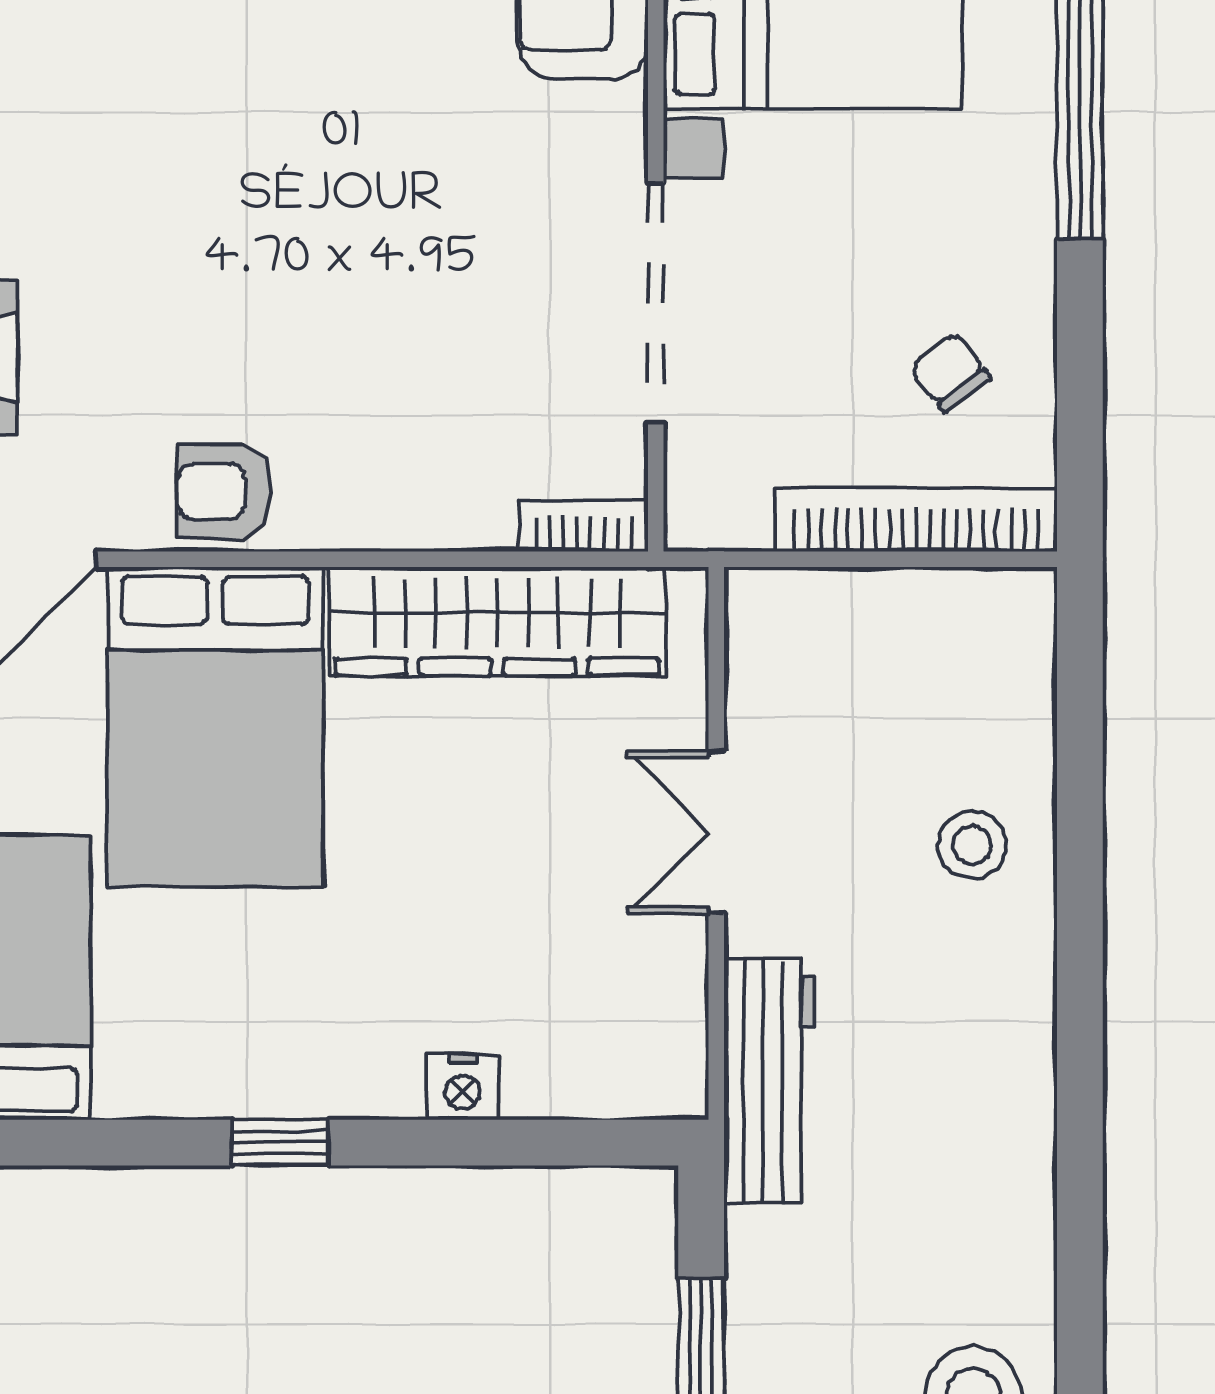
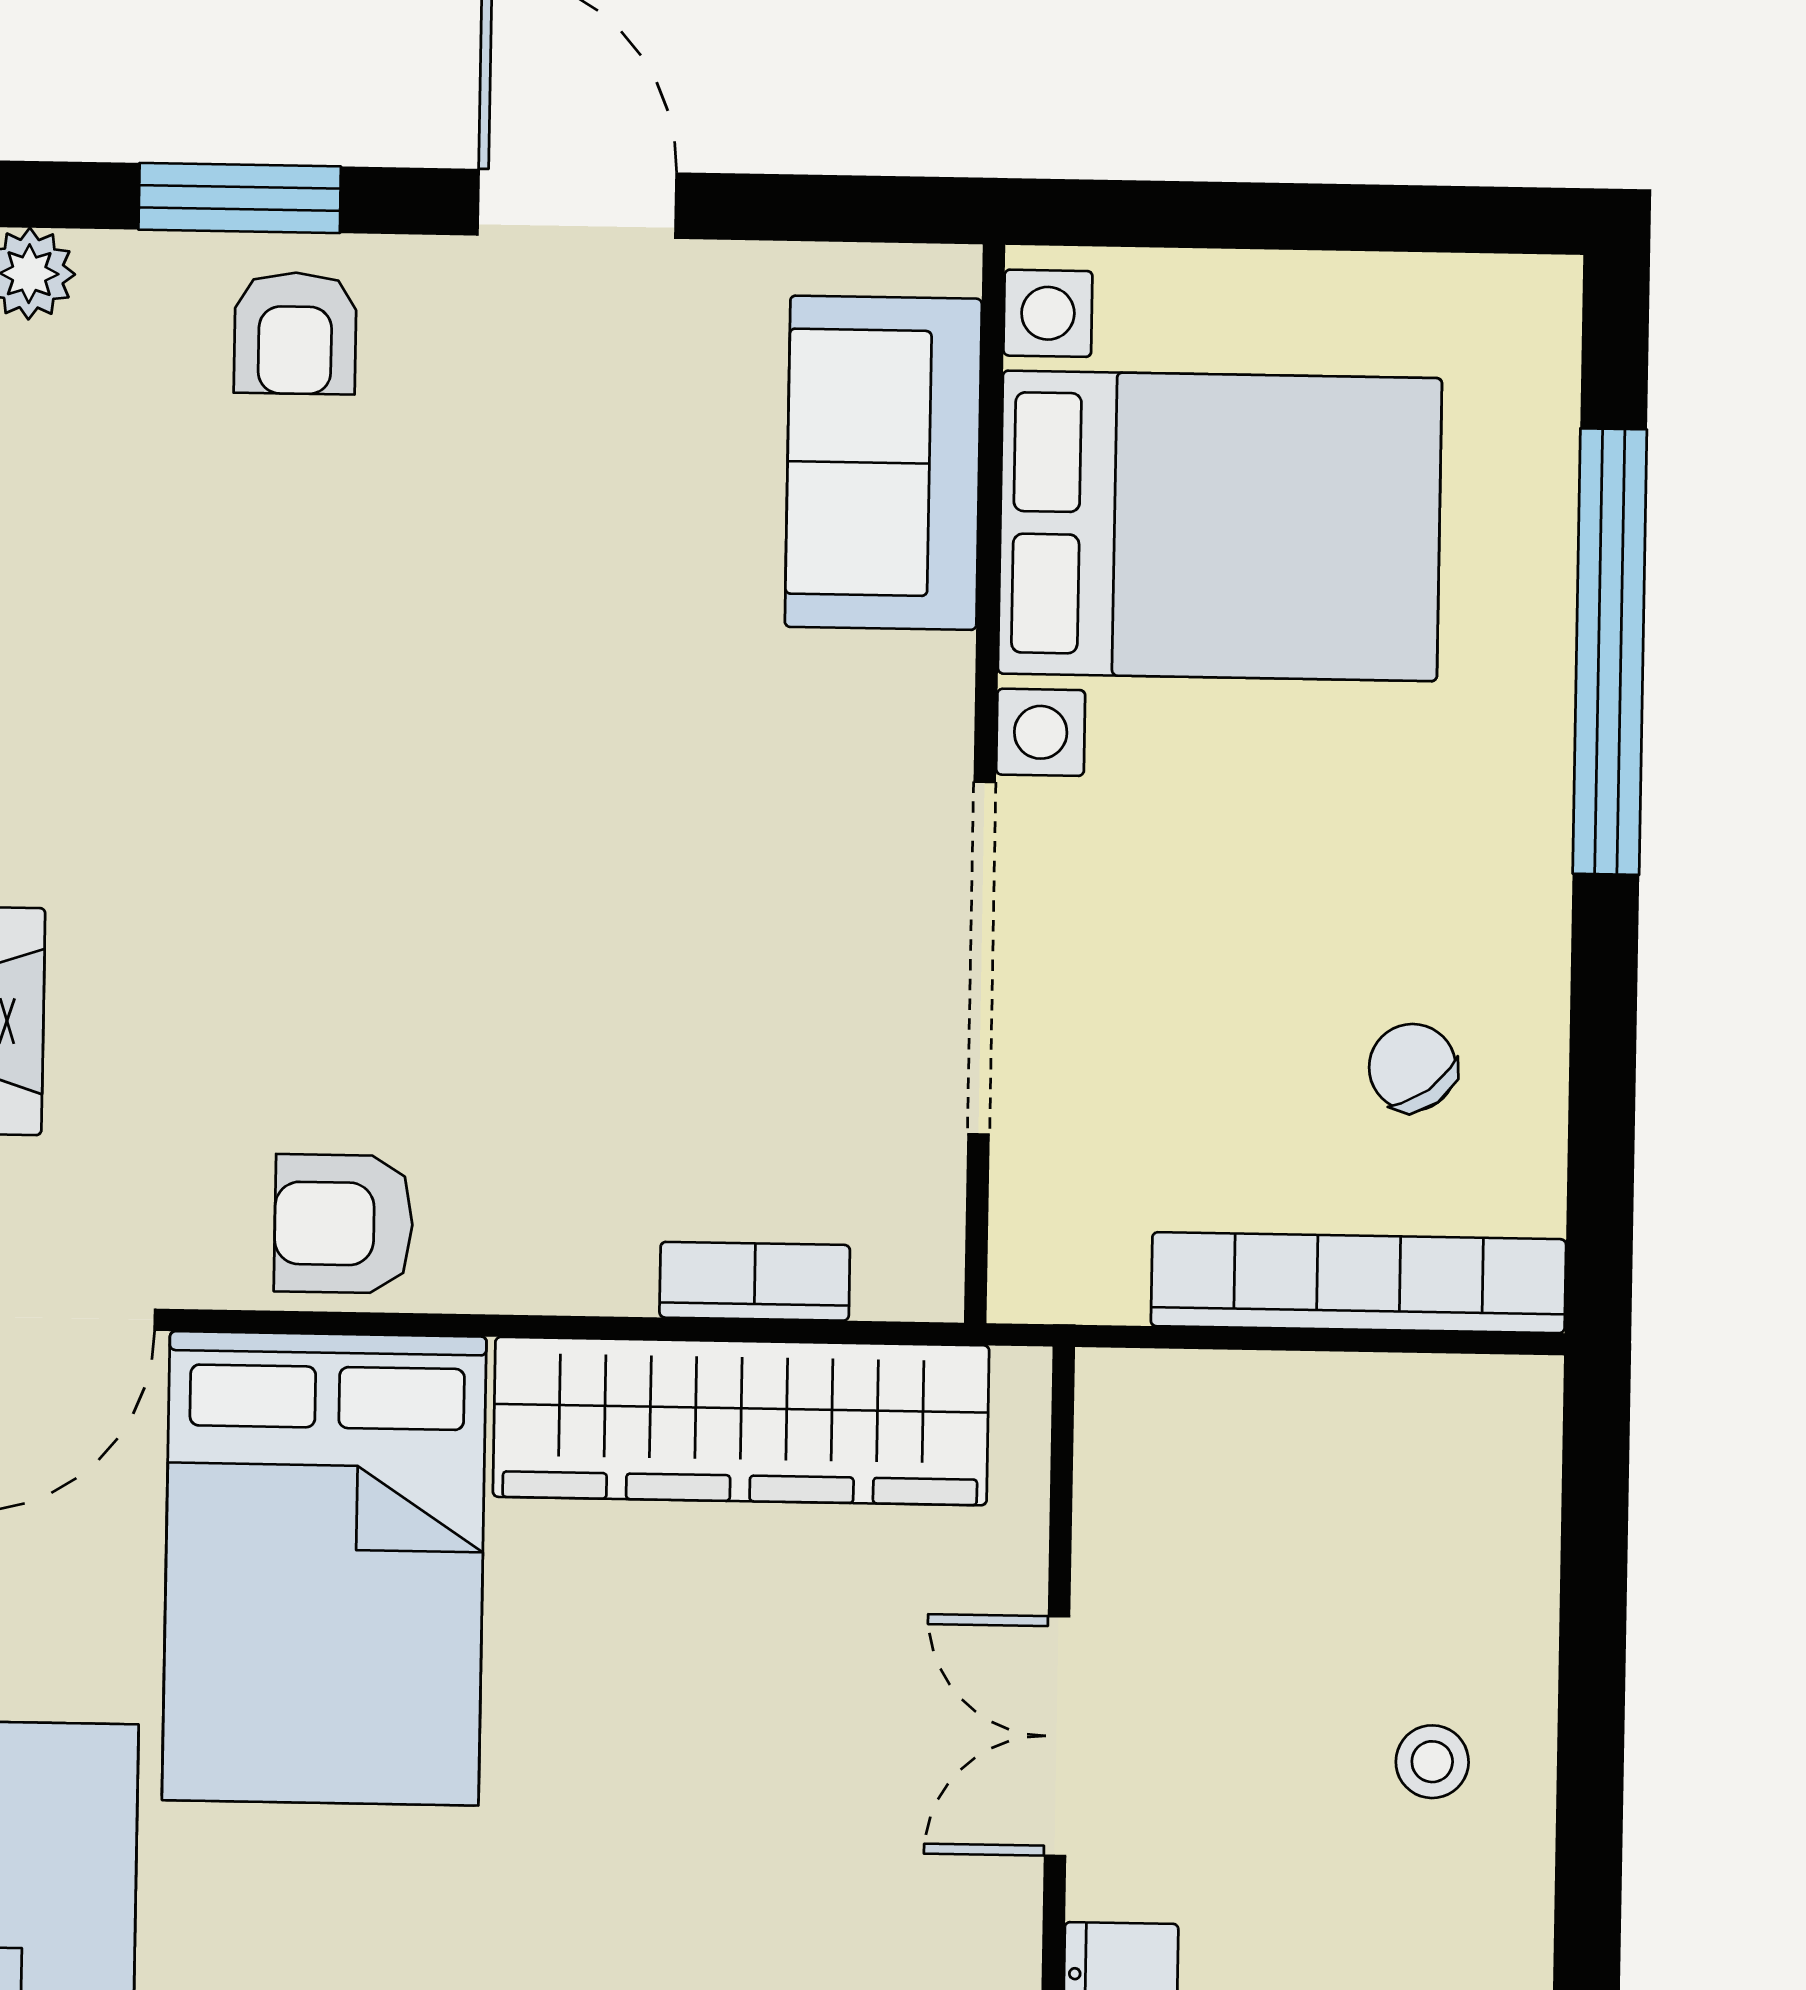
bookcase: (584, 526) -> (755, 1281), moved
stool: (972, 845) -> (1432, 1762), width x0.73, depth x0.73

